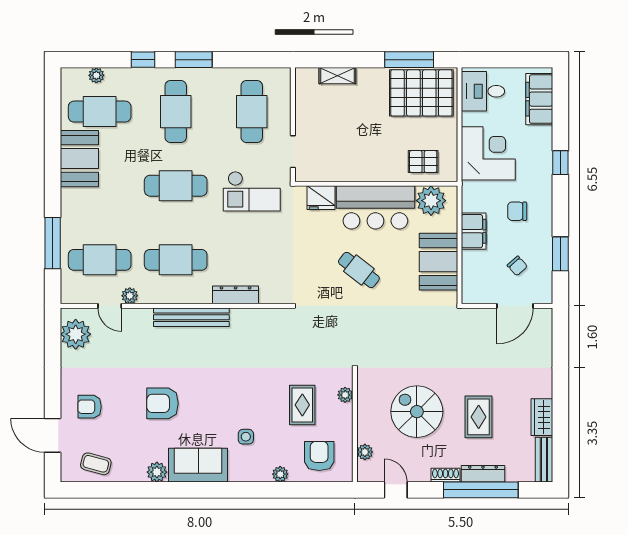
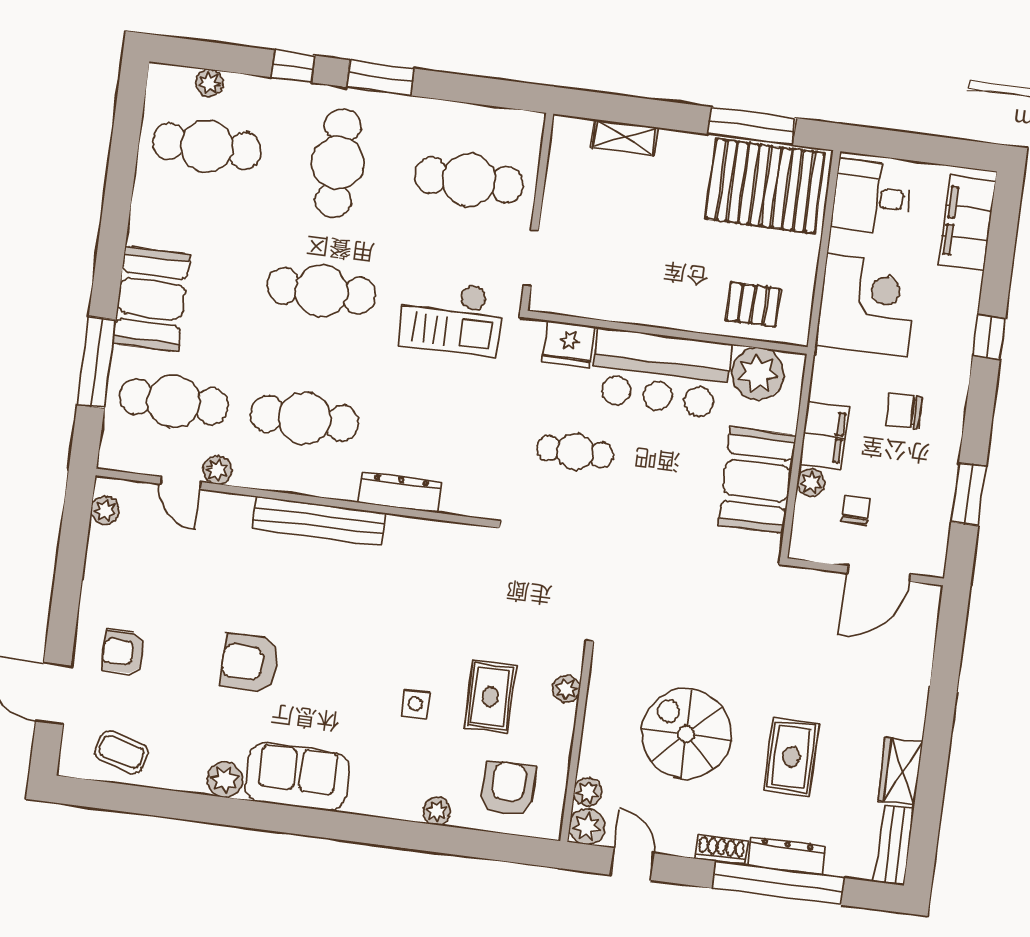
cafe table: (252, 112) -> (469, 180), turned 90
booth: (79, 159) -> (151, 299), moved
plant: (469, 259) -> (811, 482), added
chair: (517, 266) -> (856, 510), moved, turned -138
cafe table: (359, 270) -> (575, 452), moved, turned -38
plant: (76, 334) -> (105, 510), width x0.53, depth x0.53
side table: (246, 437) -> (415, 704), moved
plant: (367, 472) -> (587, 827), added

